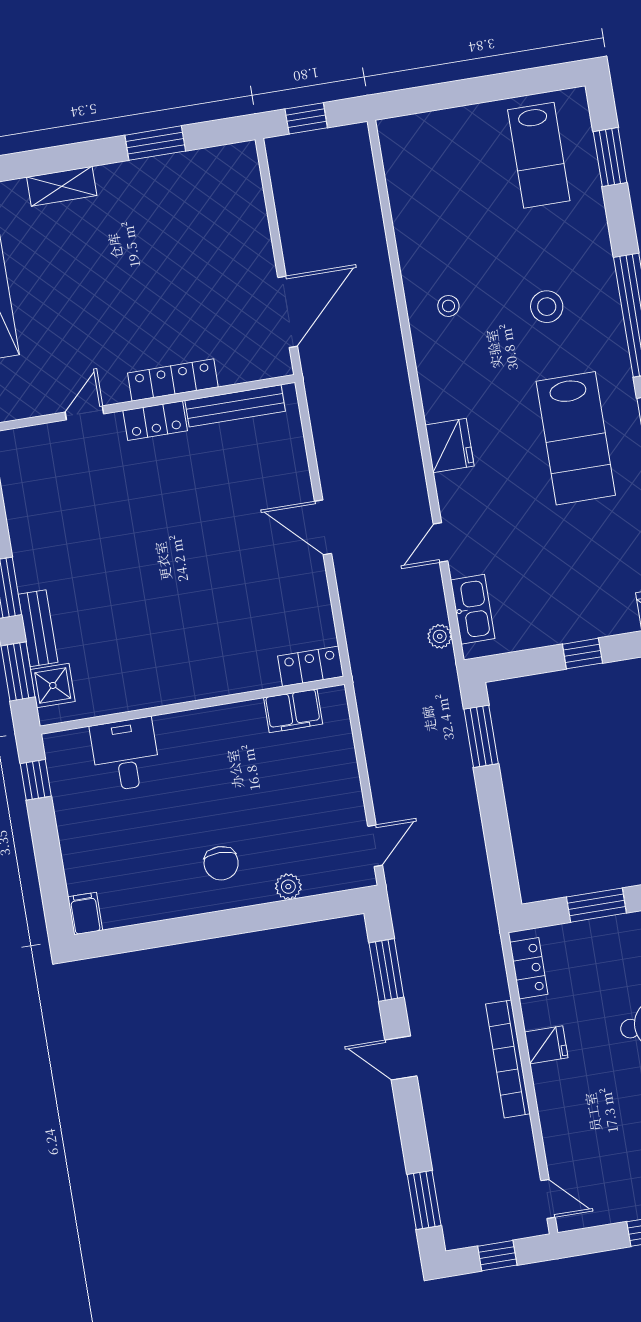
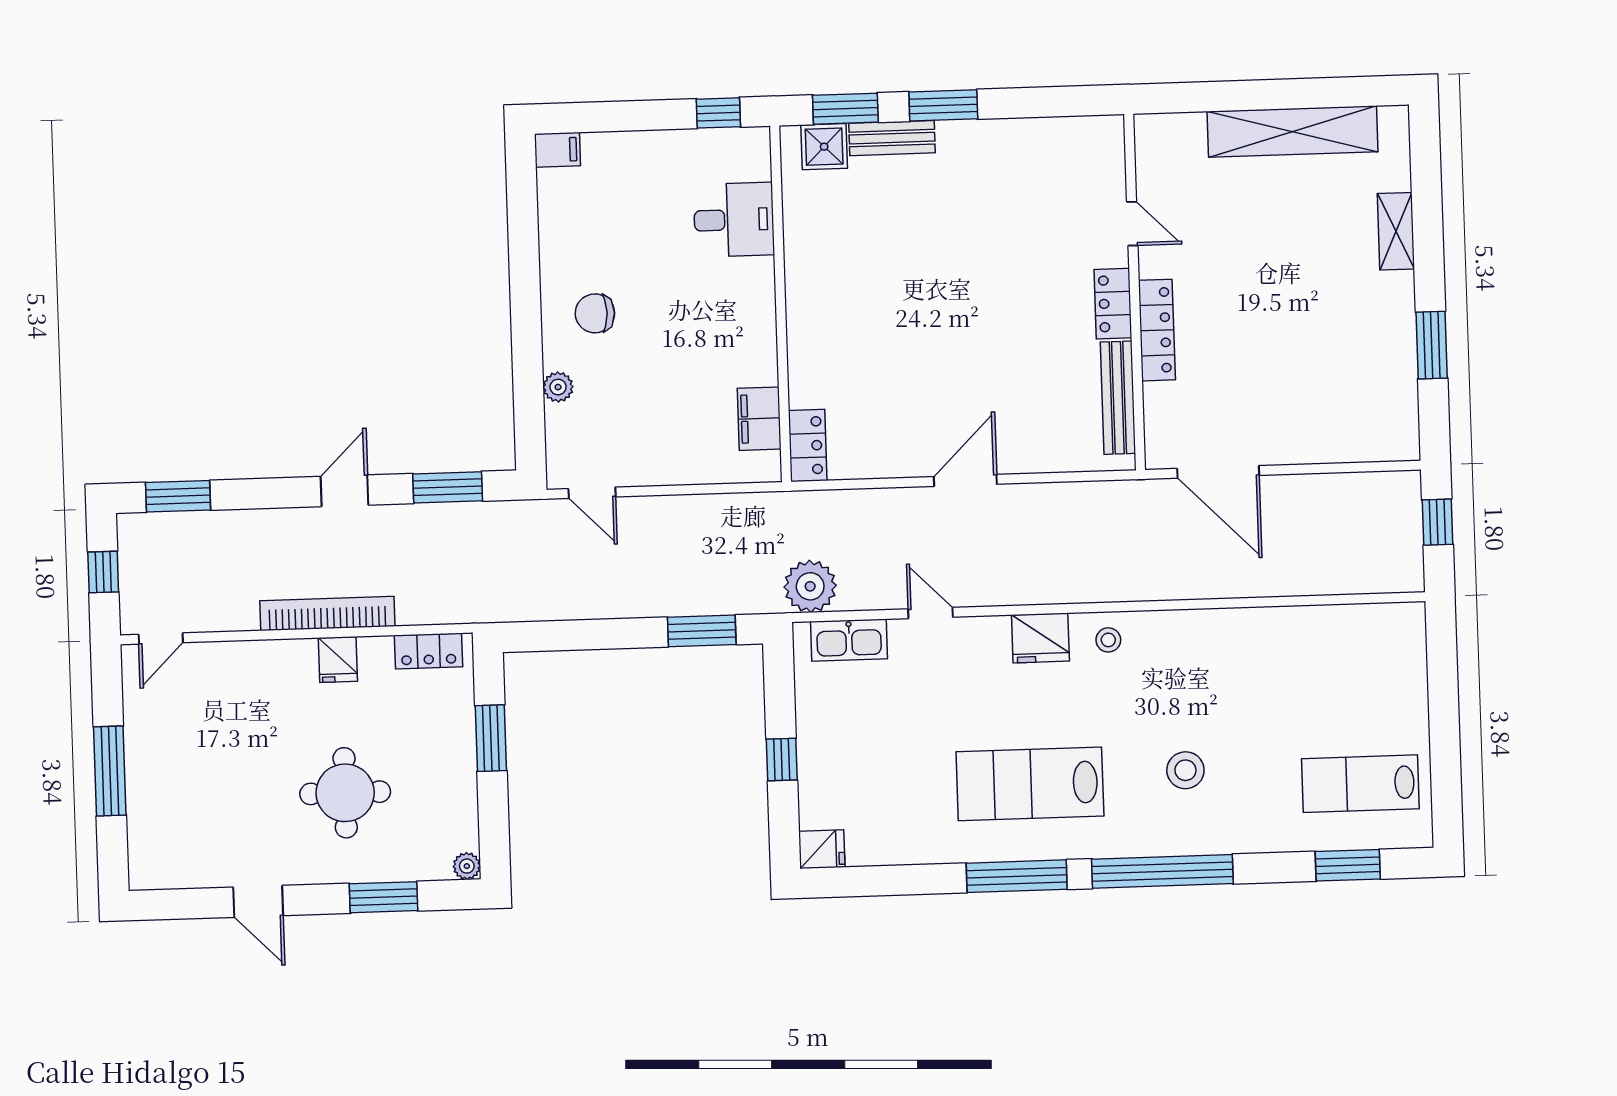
stool: (448, 306) -> (1108, 640), moved
plant: (440, 636) -> (810, 586), width x1.87, depth x1.87

